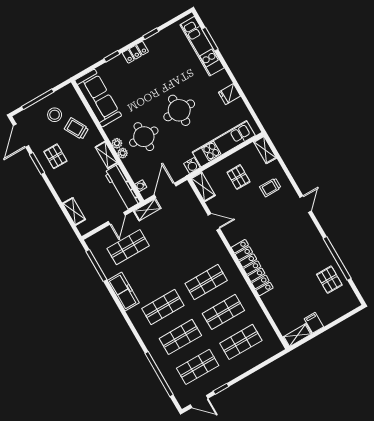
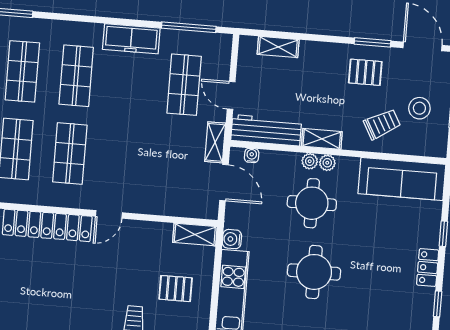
door: (214, 222) -> (109, 214), moved

